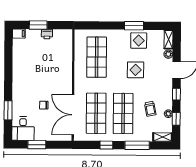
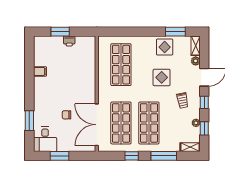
window: (134, 26) -> (175, 32), moved
filing cabinet: (19, 34) -> (40, 71), moved
trolley: (150, 109) -> (183, 100), moved

